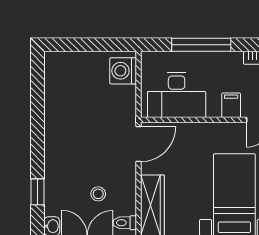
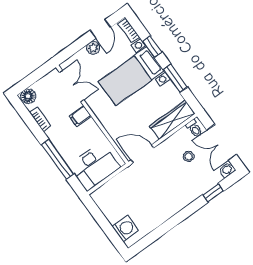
washing machine: (123, 71) -> (125, 229), moved, turned -90
desk: (177, 95) -> (94, 166), moved, turned 90

